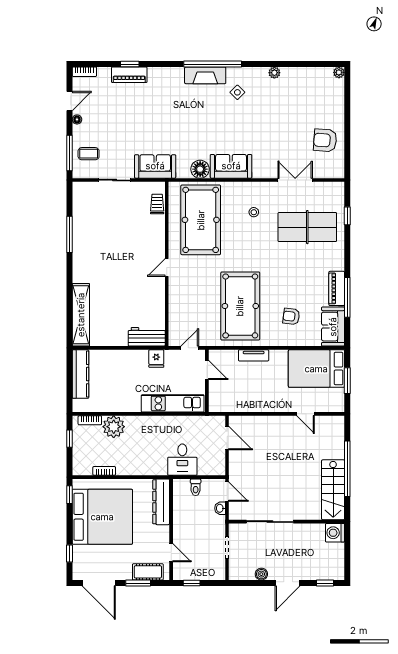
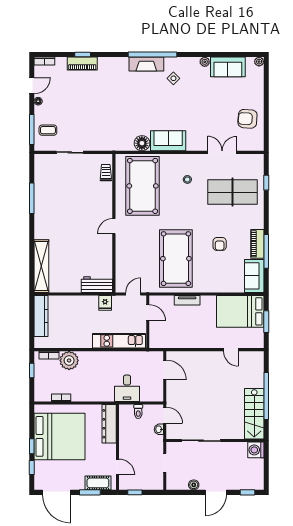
sofa: (155, 166) -> (228, 67), moved, turned 180
armchair: (291, 316) -> (220, 244), moved, turned -97
window: (69, 495) -> (32, 446), moved

